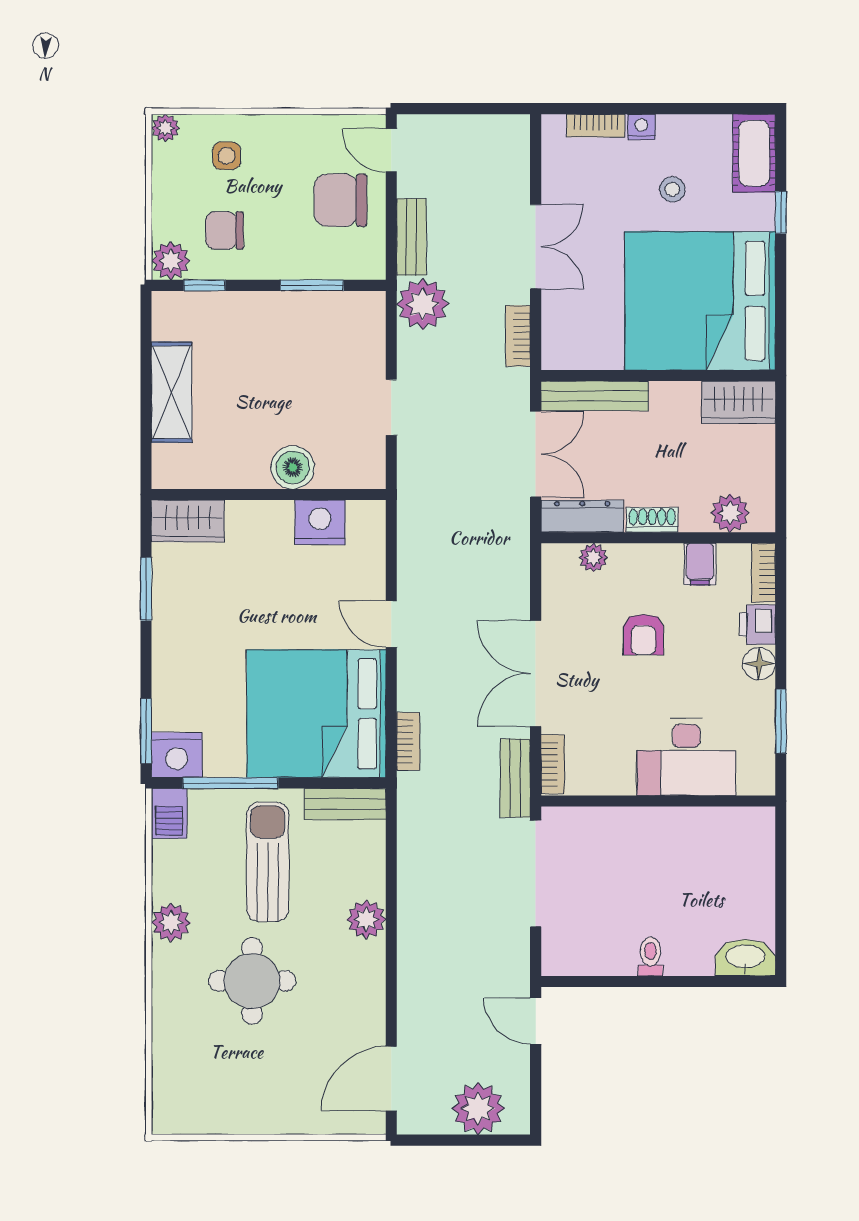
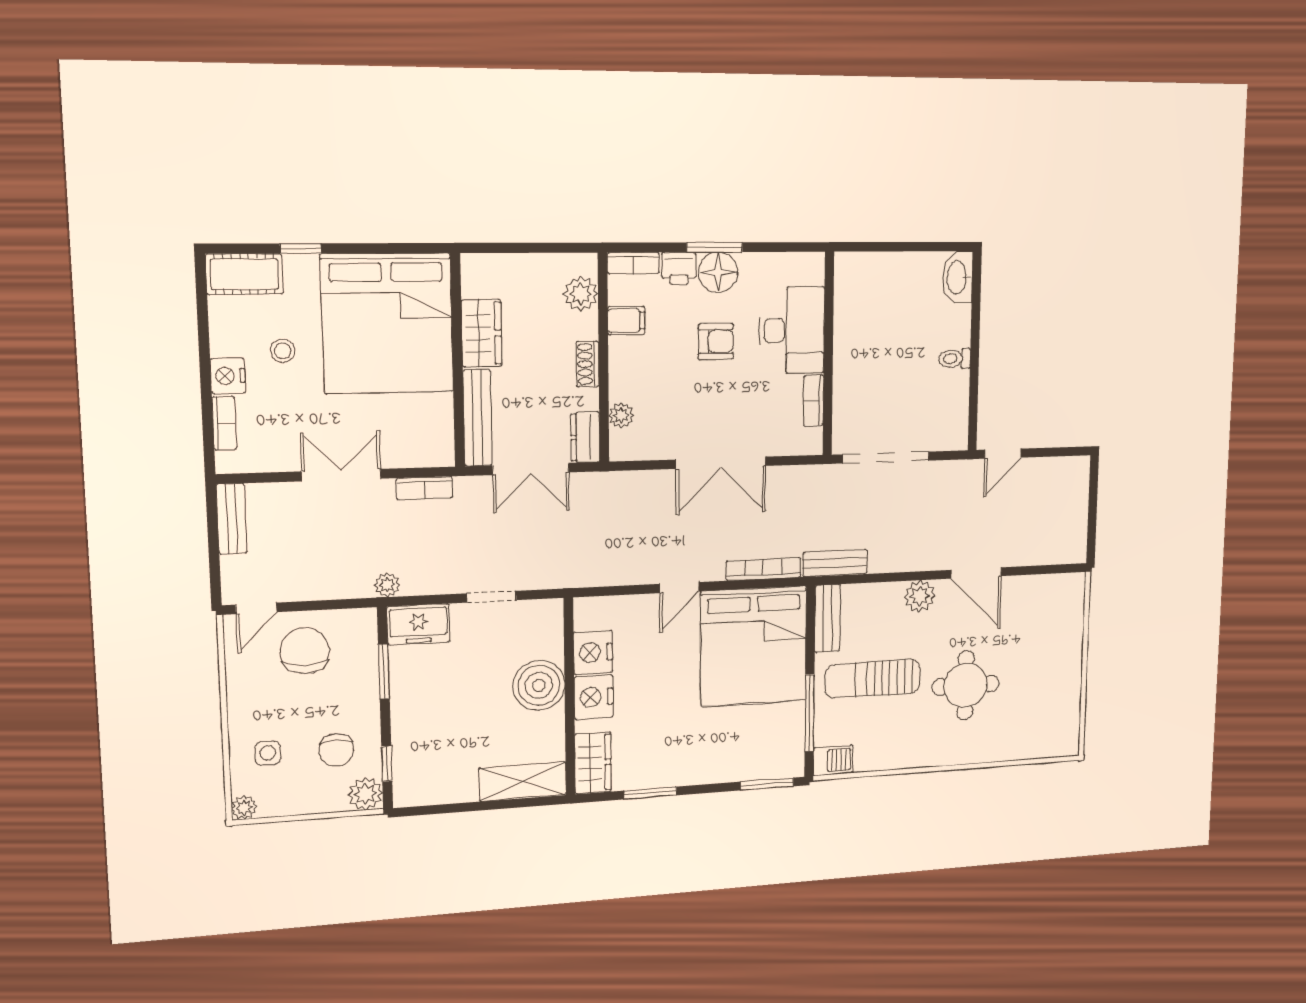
nightstand: (641, 127) -> (228, 376), width x1.39, depth x1.35
chair: (341, 200) -> (305, 651), turned 180
bench: (411, 237) -> (232, 519), moved, turned 90
plant: (423, 304) -> (387, 585), width x0.53, depth x0.53
freezer: (364, 325) -> (418, 625), added
shelving: (172, 392) -> (523, 782), moved
wardrobe: (738, 402) -> (482, 333), moved
double door: (536, 454) -> (531, 469), swing flipped
boiler: (293, 467) -> (539, 685), width x1.37, depth x1.37
dresser: (582, 516) -> (585, 437), width x0.70
armchair: (643, 635) -> (716, 342), moved
floor lamp: (759, 664) -> (718, 272), width x1.38, depth x1.38
window: (781, 721) -> (715, 247), moved
bookcase: (408, 741) -> (764, 569), width x1.56
nightstand: (177, 755) -> (594, 697), moved, turned 180
bookcase: (553, 764) -> (814, 401), moved, turned -90
bench: (515, 778) -> (835, 563), moved
plant: (171, 923) -> (919, 753), removed
door: (391, 1079) -> (976, 573), moved
plant: (478, 1108) -> (1069, 498), removed

